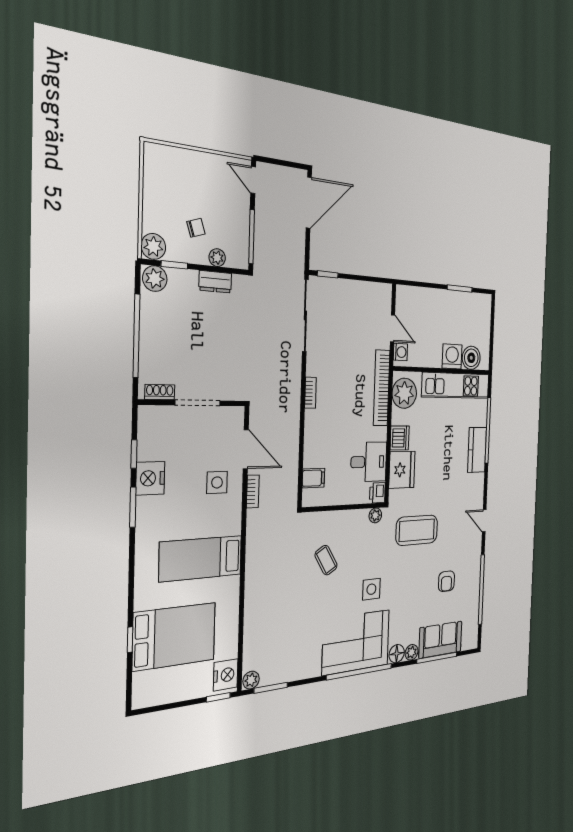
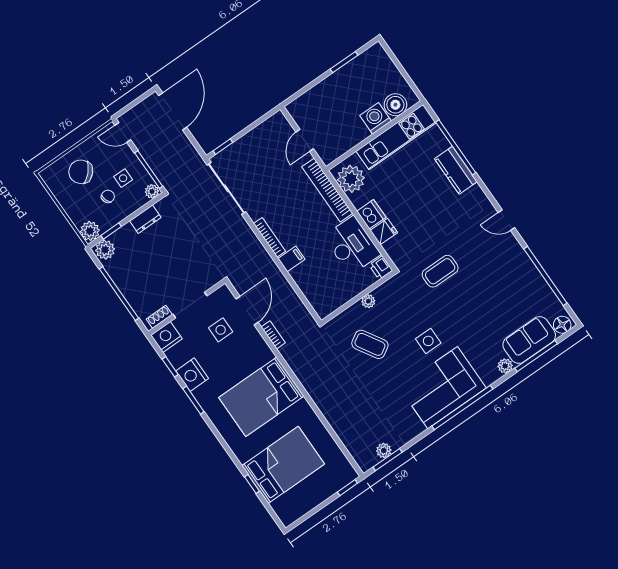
chair: (187, 180) -> (81, 172), added
side table: (223, 223) -> (123, 178), added
plant: (217, 258) -> (152, 191), moved
door: (393, 328) -> (305, 140), swing flipped
washing machine: (400, 352) -> (325, 152), removed
bookcase: (310, 393) -> (270, 237), width x1.56
door: (246, 449) -> (247, 311), hinge flipped
desk: (369, 462) -> (352, 245), width x1.37
fridge: (402, 470) -> (384, 232), width x0.53, depth x0.75
filing cabinet: (313, 478) -> (291, 259), moved
side table: (217, 482) -> (221, 330), moved
plant: (375, 515) -> (368, 301), moved
coffee table: (417, 530) -> (440, 271), width x0.73, depth x0.76
bed: (201, 558) -> (261, 397), width x1.50
coffee table: (326, 560) -> (370, 344), width x1.36, depth x1.30
armchair: (446, 581) -> (501, 292), removed
floor lamp: (397, 654) -> (562, 325), moved
nightstand: (226, 675) -> (167, 337), moved, turned -90
plant: (251, 680) -> (384, 450), moved

